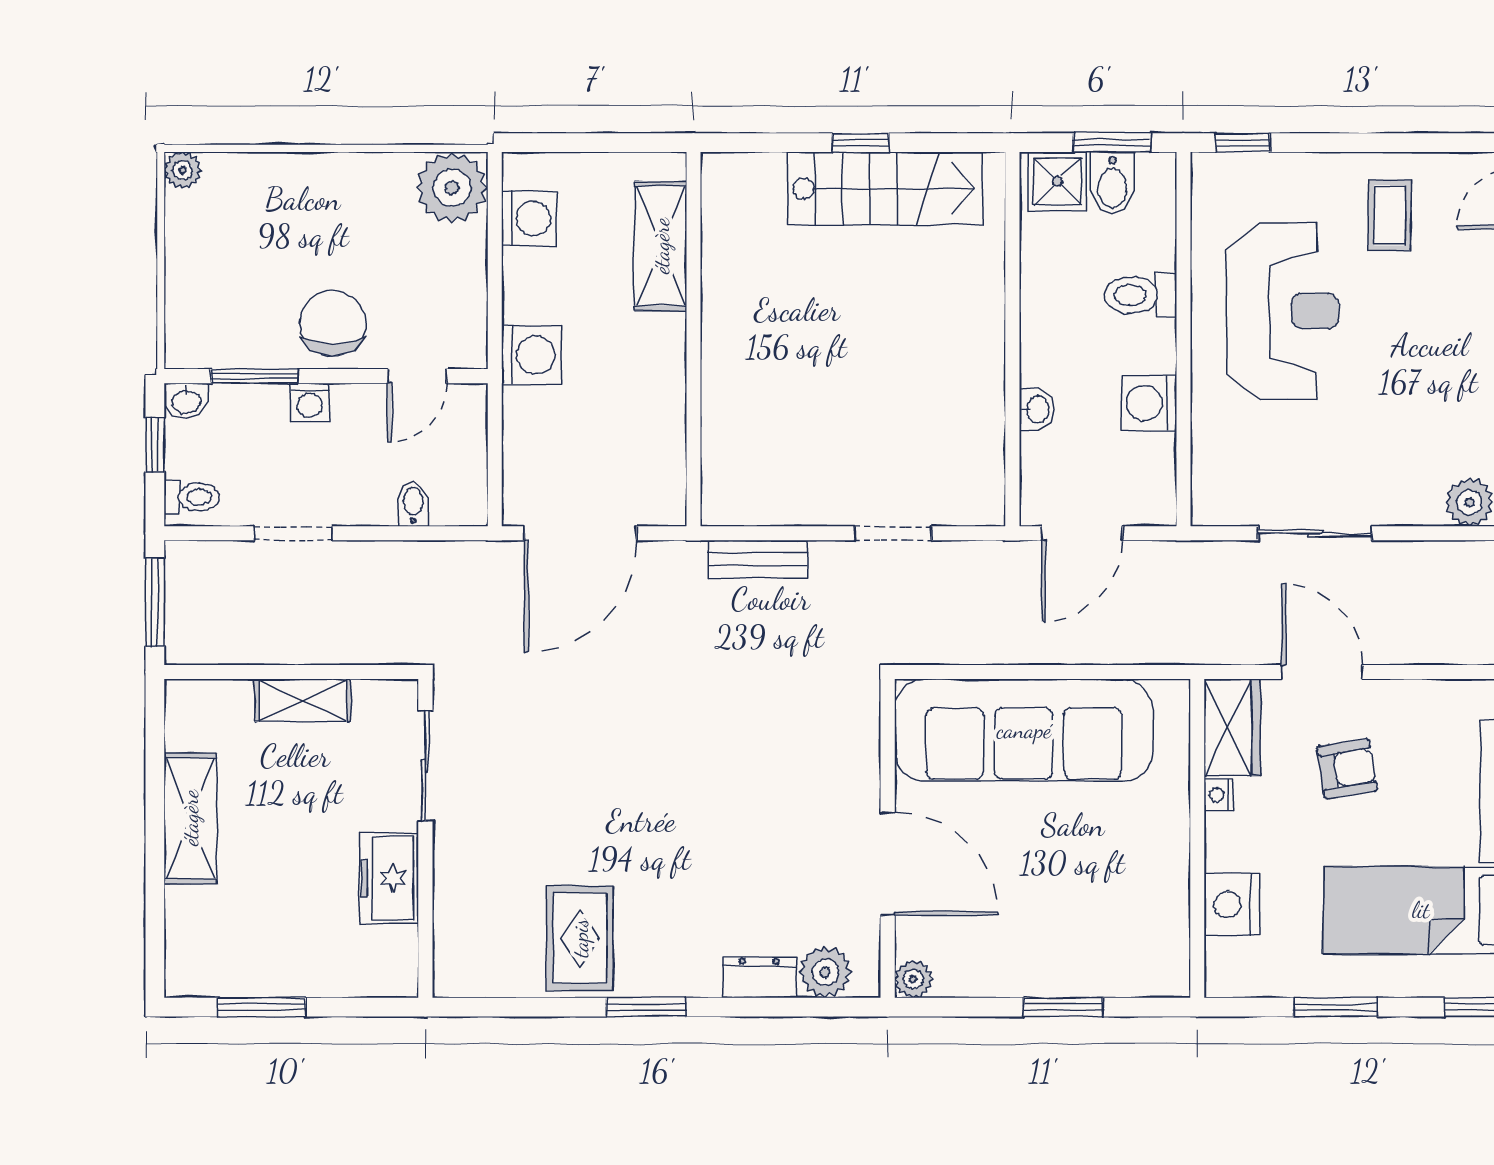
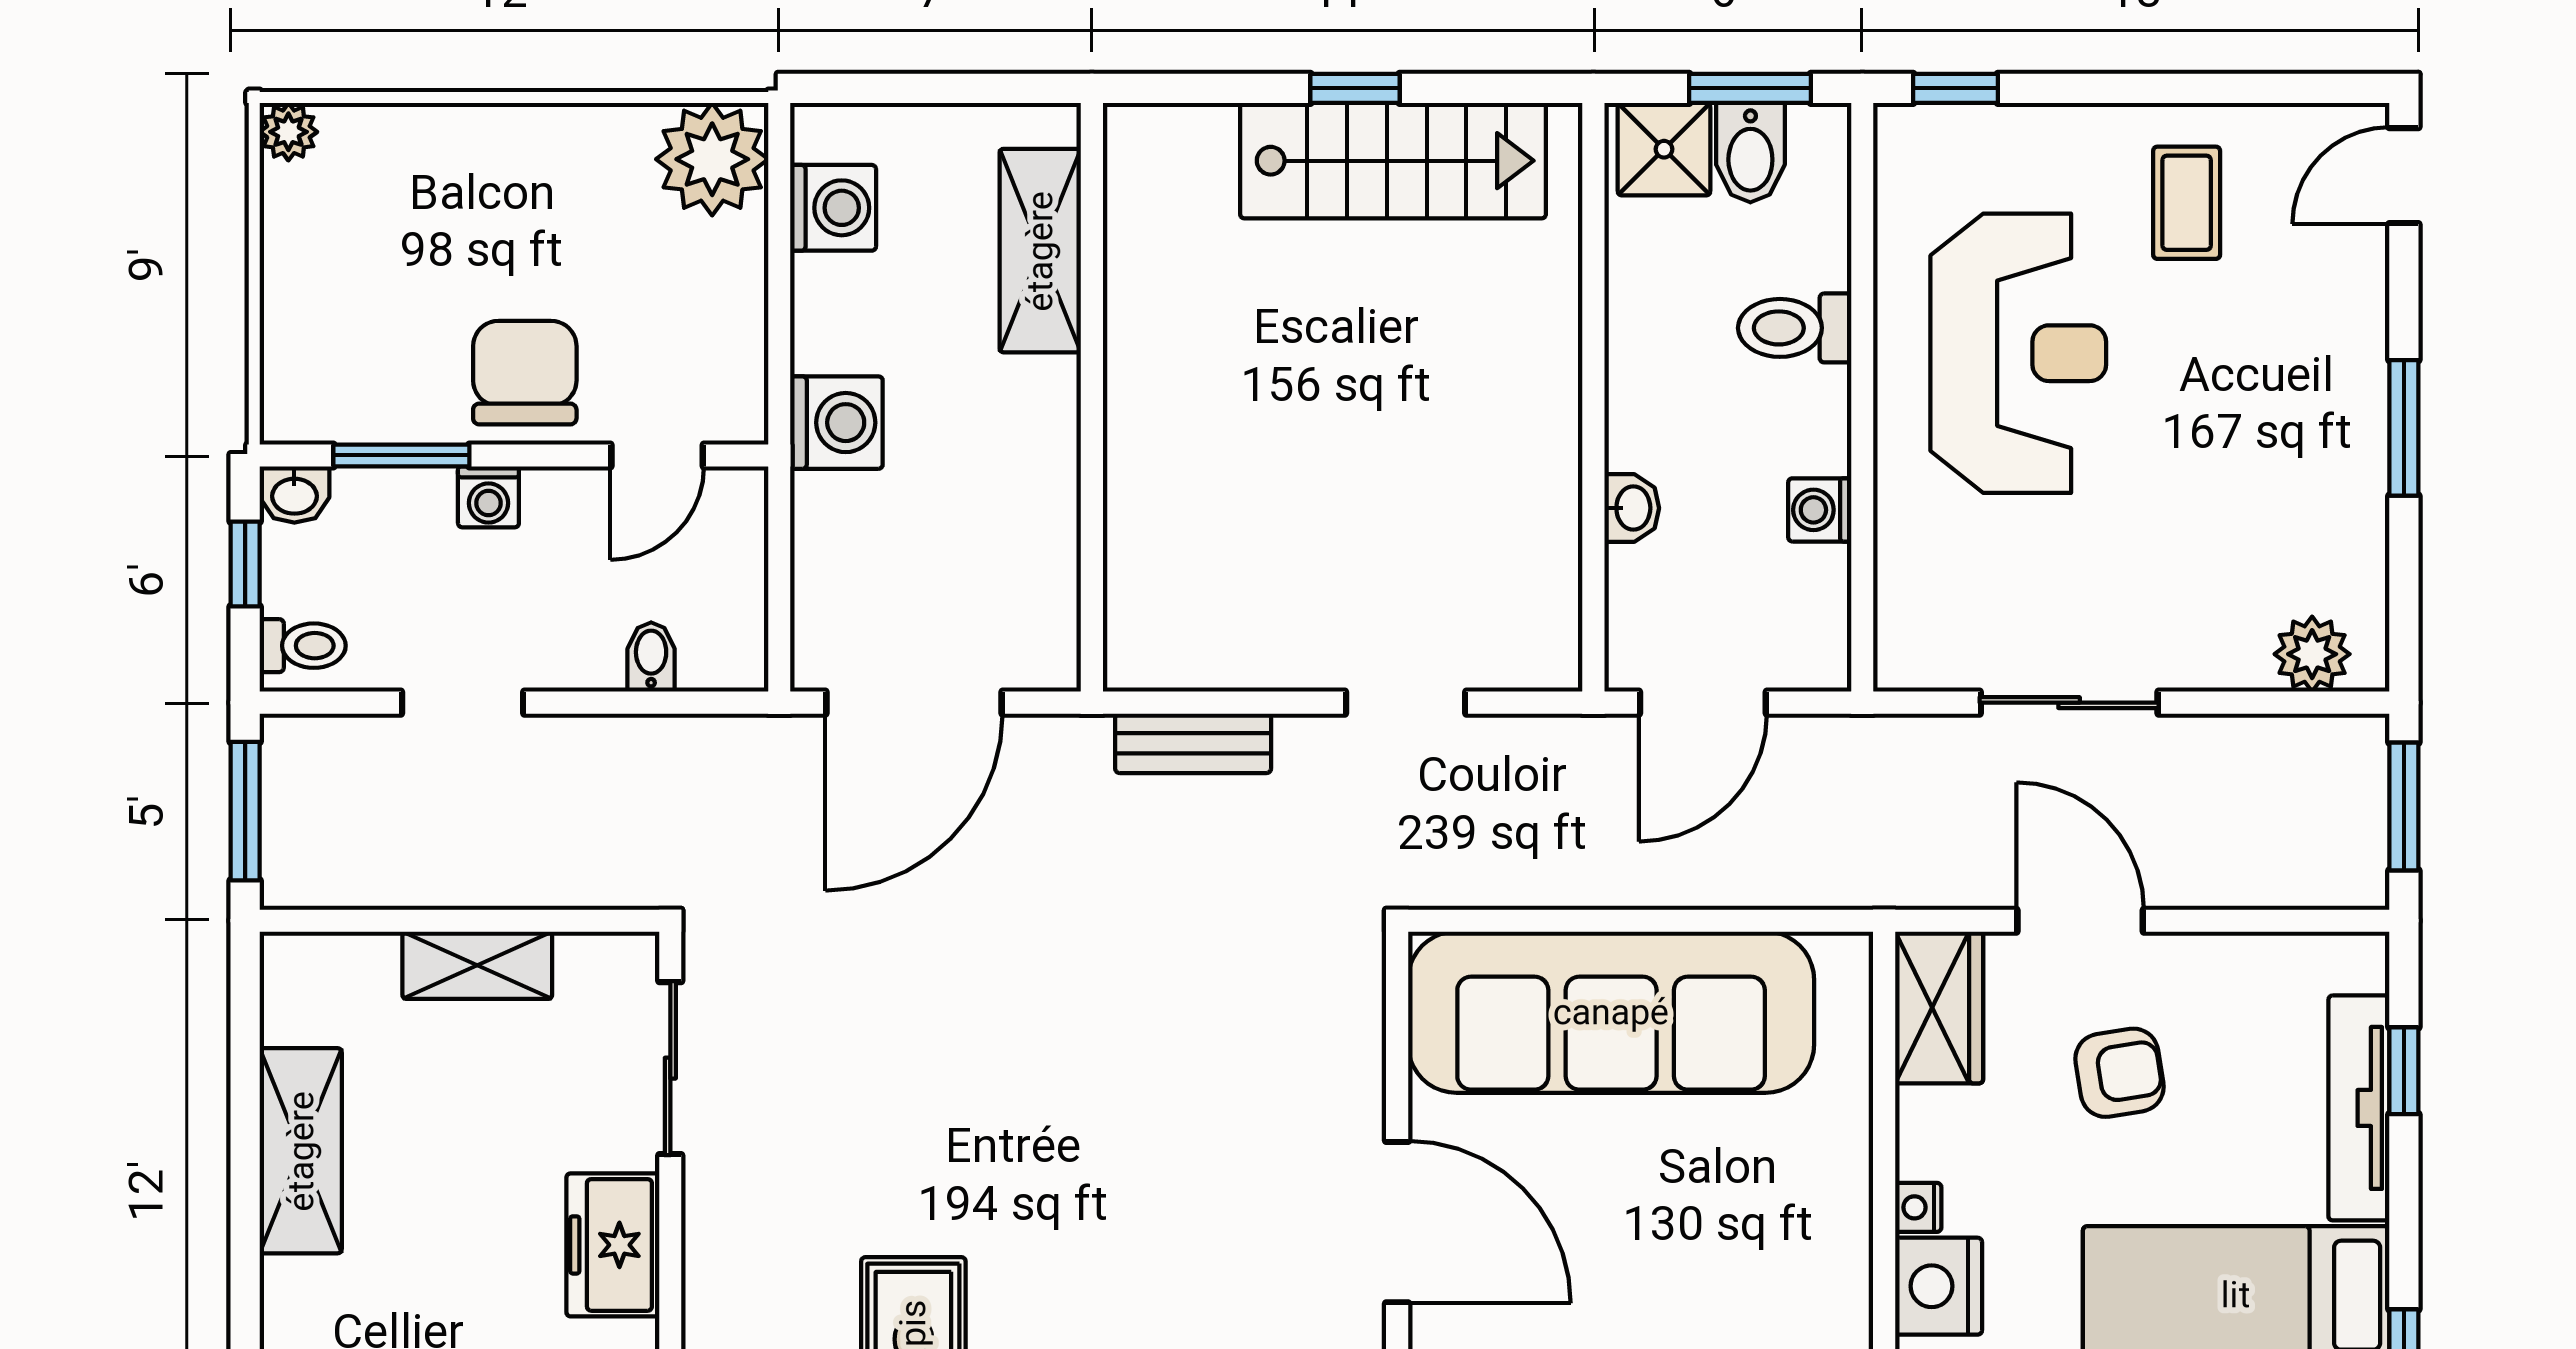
washing machine: (1149, 403) -> (1820, 510), width x0.73, depth x0.73
nightstand: (1219, 795) -> (1918, 1207), moved

